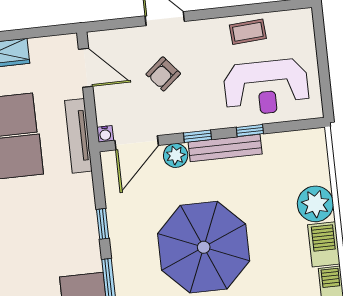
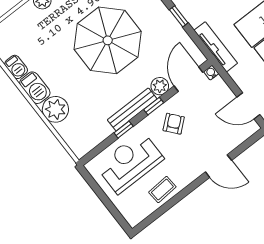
armchair: (163, 74) -> (174, 124), moved
tv unit: (78, 136) -> (216, 47), moved

